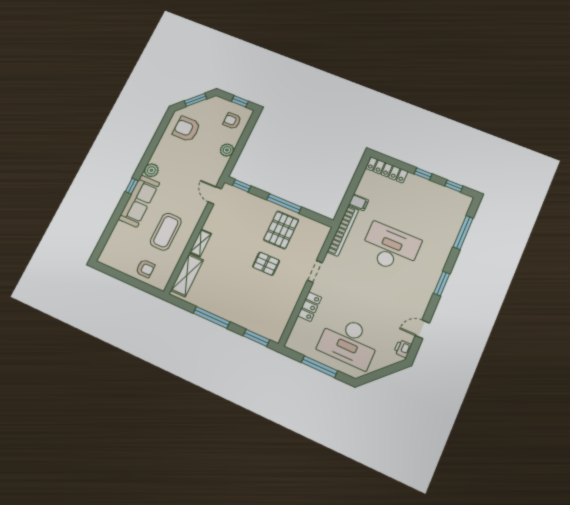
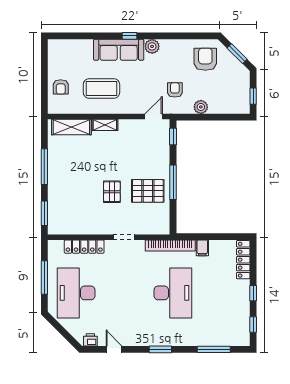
armchair: (232, 121) -> (175, 90), moved
locker: (310, 307) -> (84, 247), width x1.53

